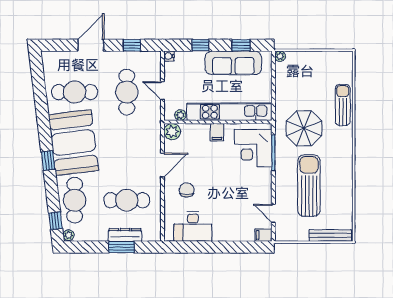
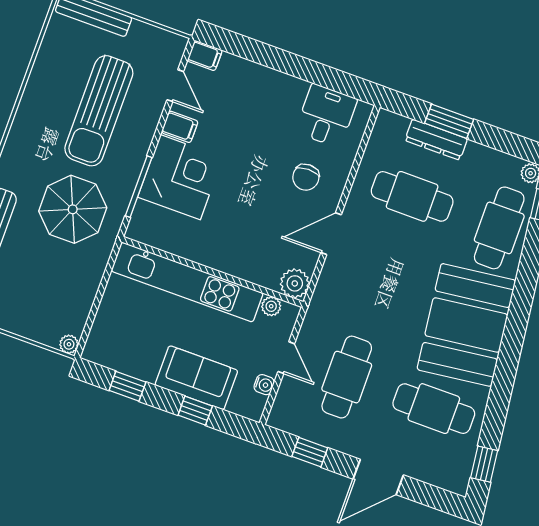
water cooler: (169, 56) -> (264, 385), moved
sofa: (233, 63) -> (196, 378), moved, width x0.73
filing cabinet: (217, 132) -> (180, 127), moved, turned 90
corner desk: (253, 148) -> (180, 177), moved
window: (48, 160) -> (484, 464), moved
desk: (193, 226) -> (326, 116), width x0.73

